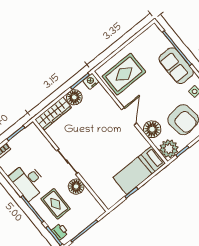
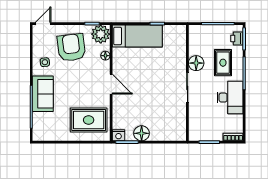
wardrobe: (53, 114) -> (168, 134), removed
door: (129, 116) -> (111, 84), swing flipped
floor lamp: (152, 129) -> (105, 56), width x0.53, depth x0.53

